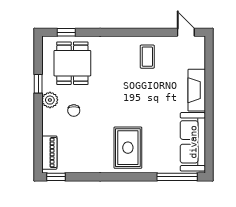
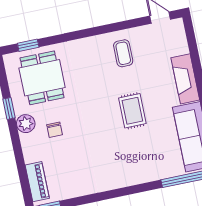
rug: (128, 148) -> (132, 111), moved, width x0.73, depth x0.70

